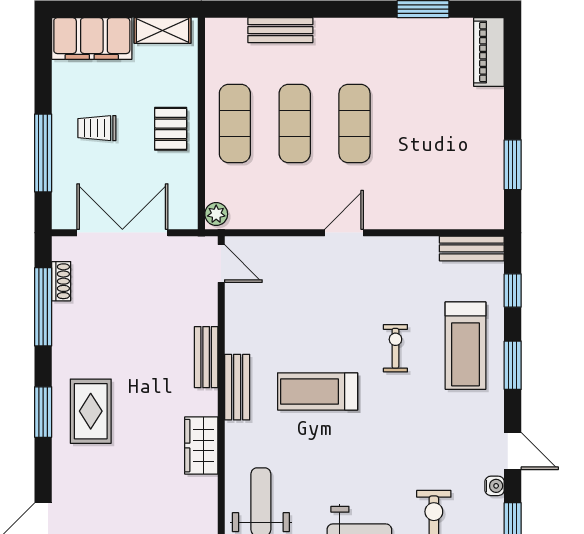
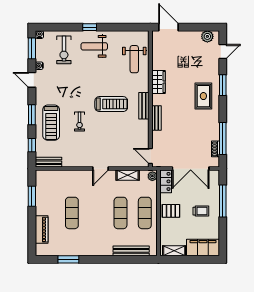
bench: (280, 30) -> (131, 251), width x1.36
piano: (489, 52) -> (42, 230), moved
exercise mat: (354, 124) -> (72, 213), moved
pallet: (171, 129) -> (171, 211), turned 90
locker: (184, 201) -> (166, 181), added
shelving: (277, 217) -> (128, 175), added
treadmill: (465, 346) -> (51, 123), turned 180
window: (43, 412) -> (223, 85), moved

